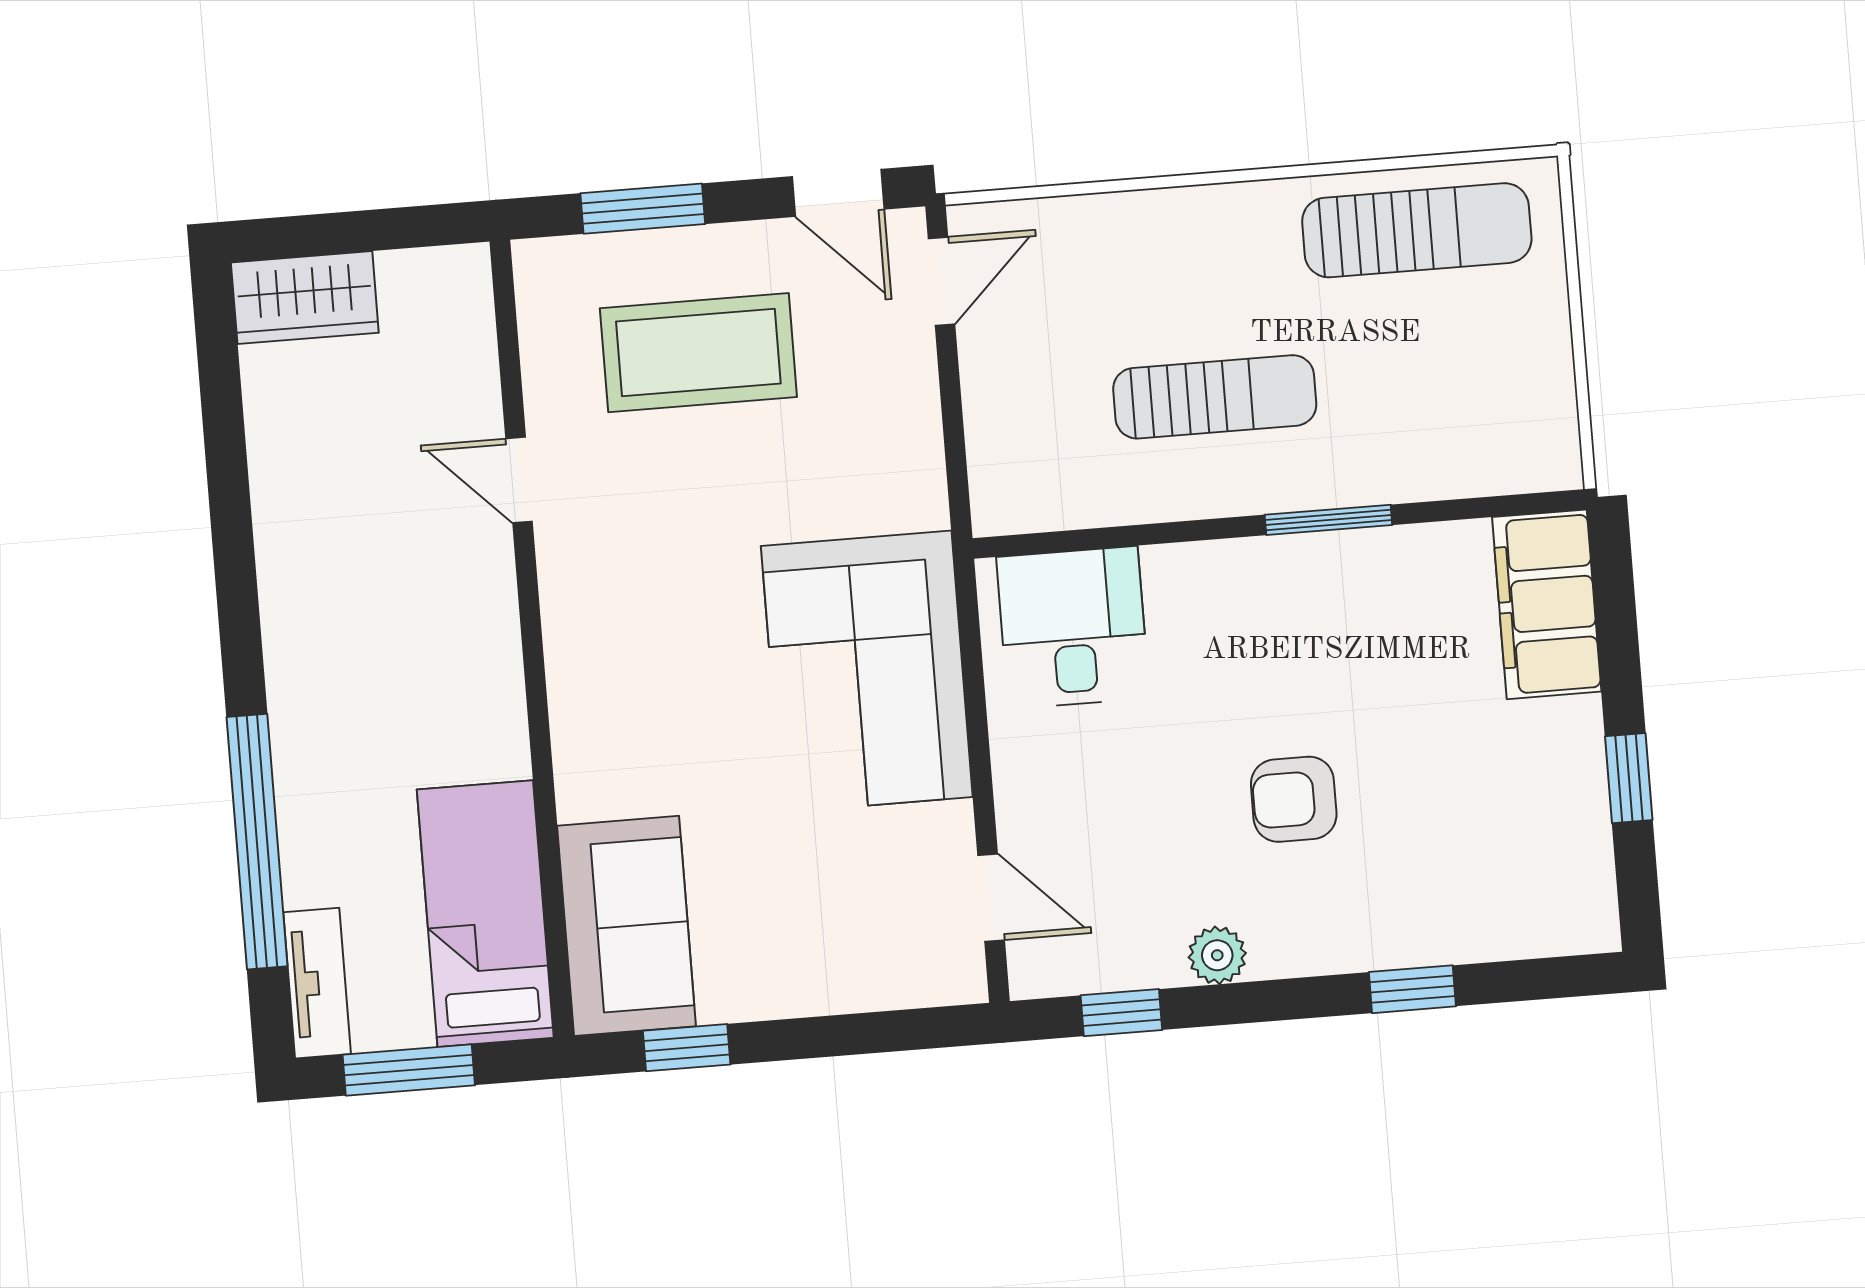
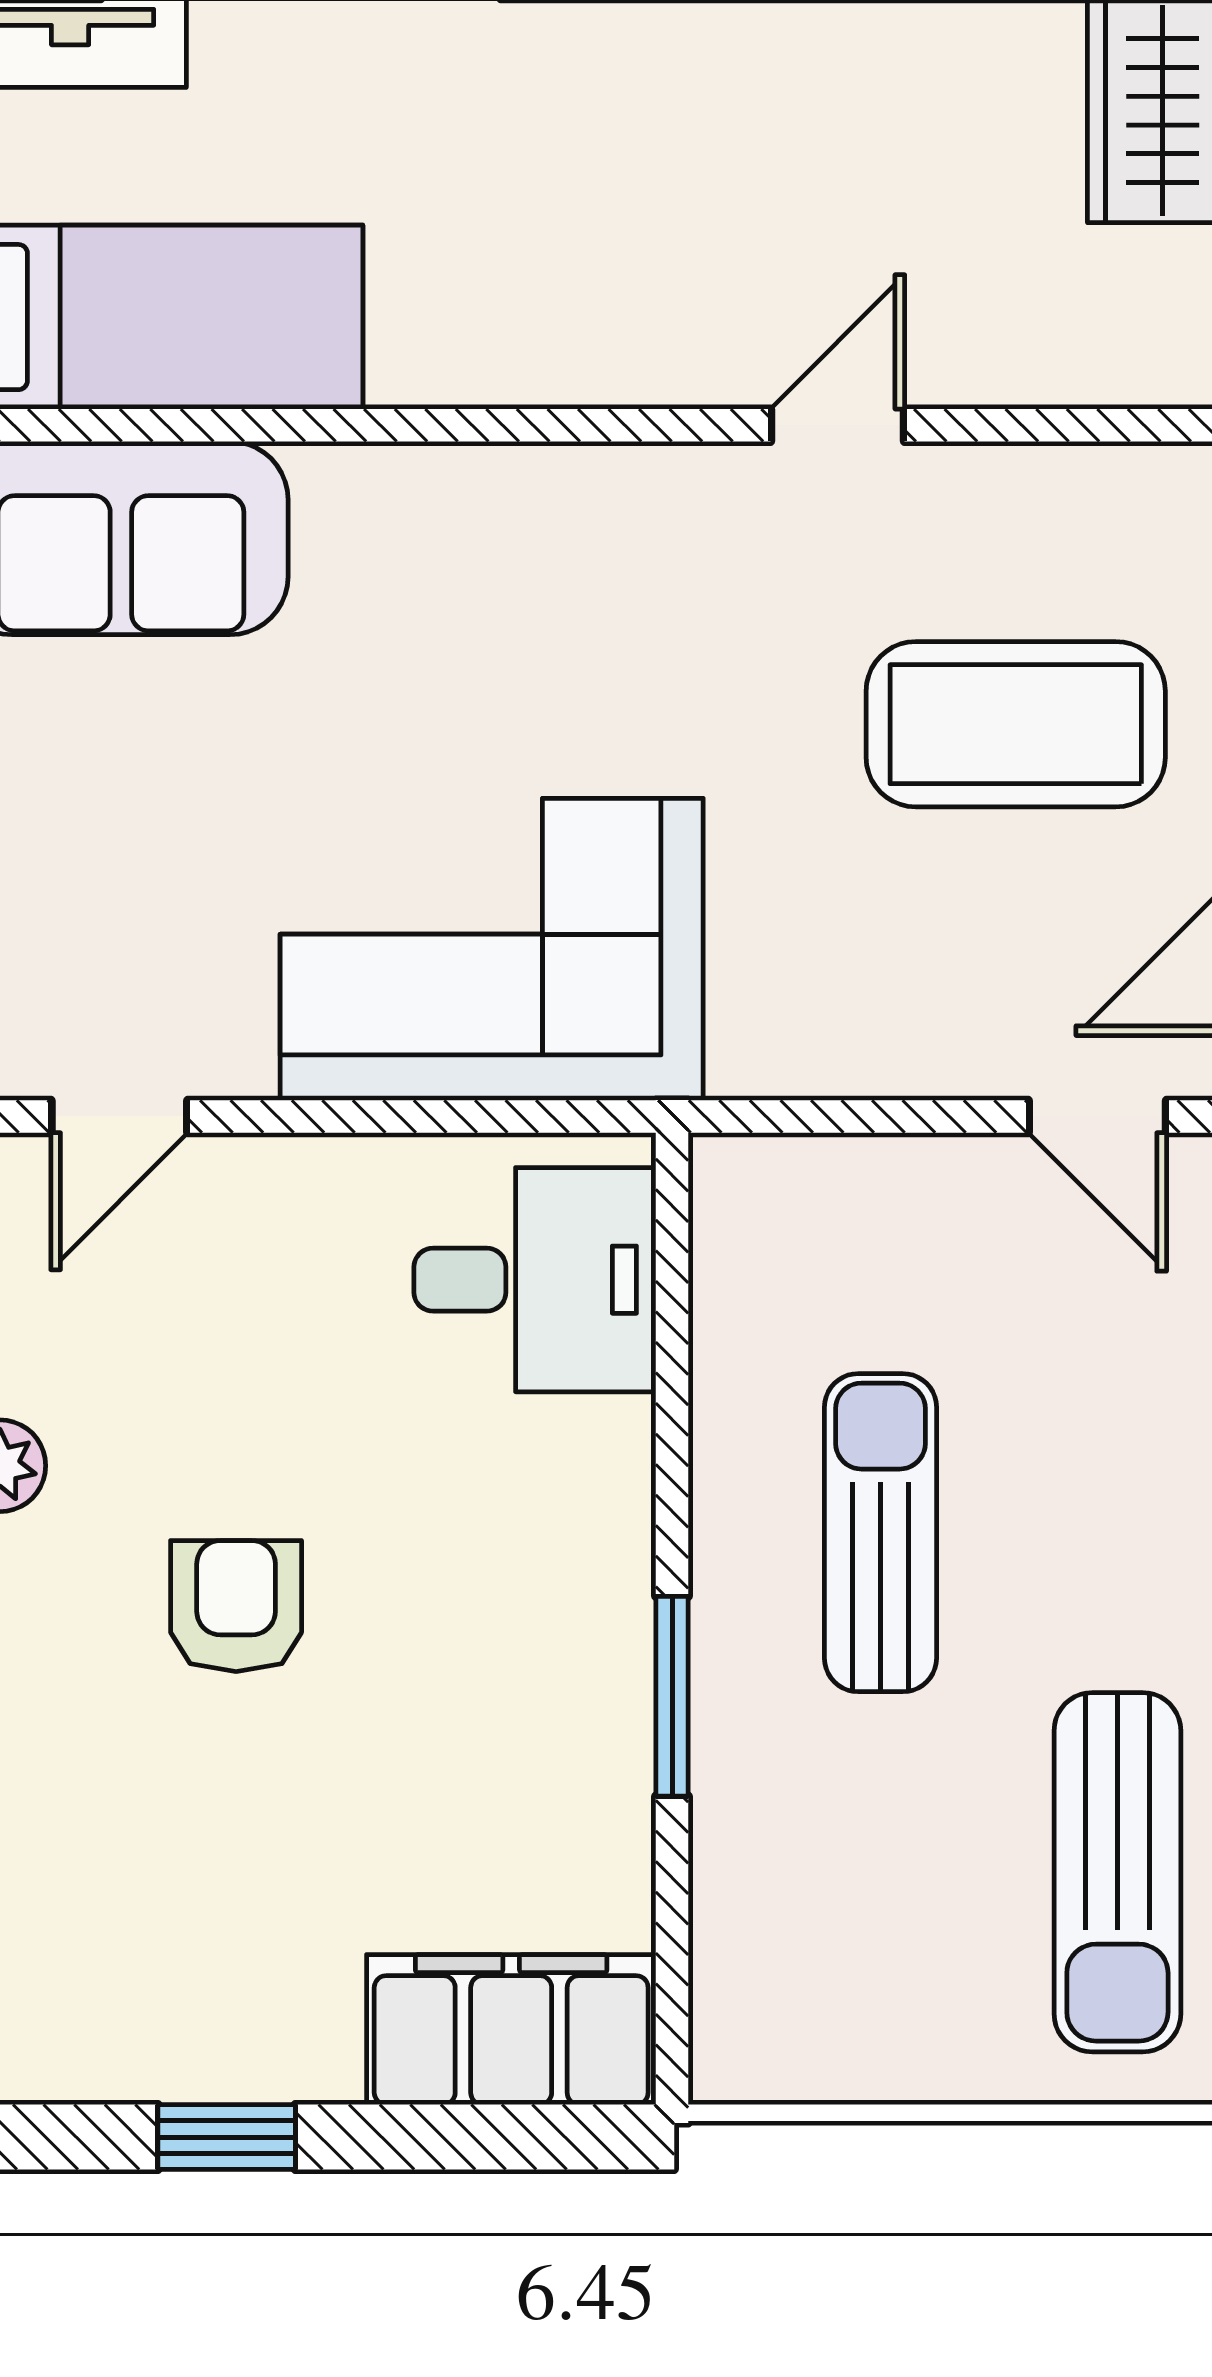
coffee table: (698, 353) -> (1016, 724), turned 90
sun lounger: (1215, 397) -> (880, 1533), turned 180

